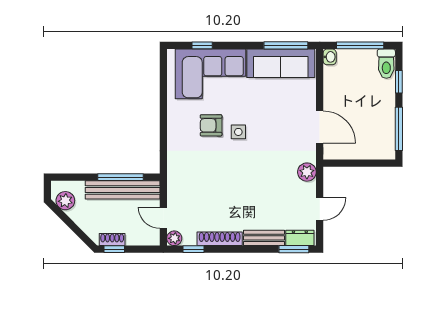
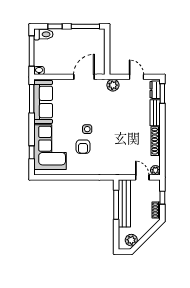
door: (163, 218) -> (142, 177), swing flipped
window: (114, 249) -> (162, 198), moved
window: (194, 249) -> (162, 158), removed

